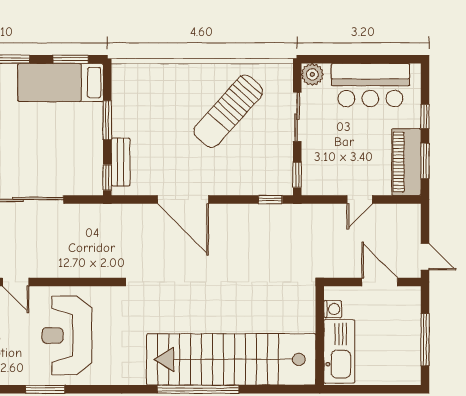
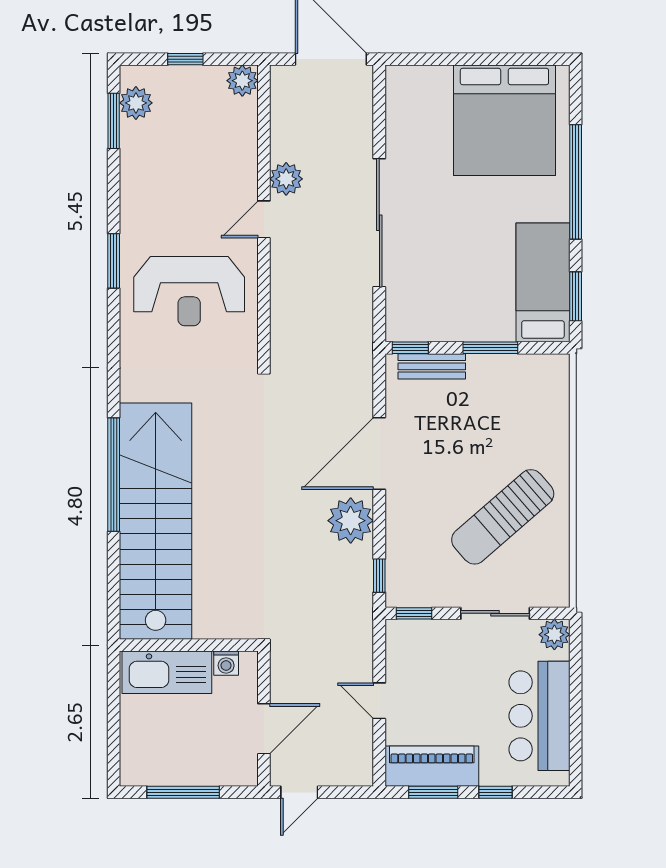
sun lounger: (228, 111) -> (503, 517), turned -83
plant: (231, 220) -> (351, 521), added
reception desk: (67, 335) -> (189, 291), turned 180

